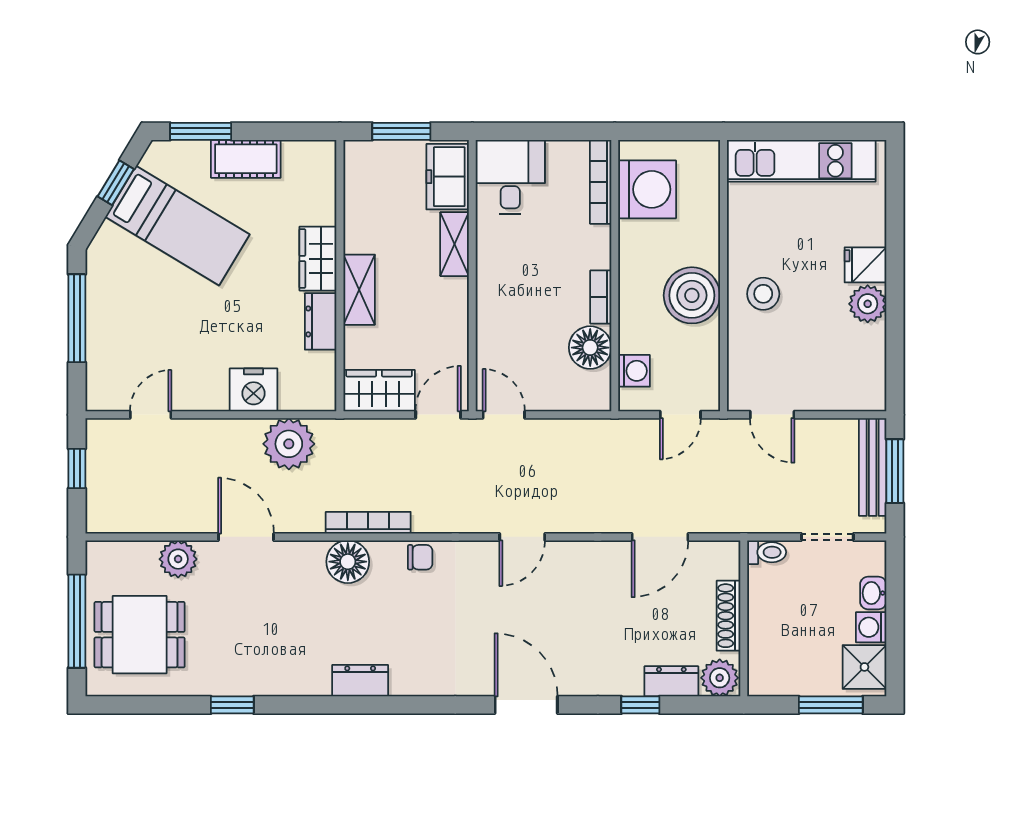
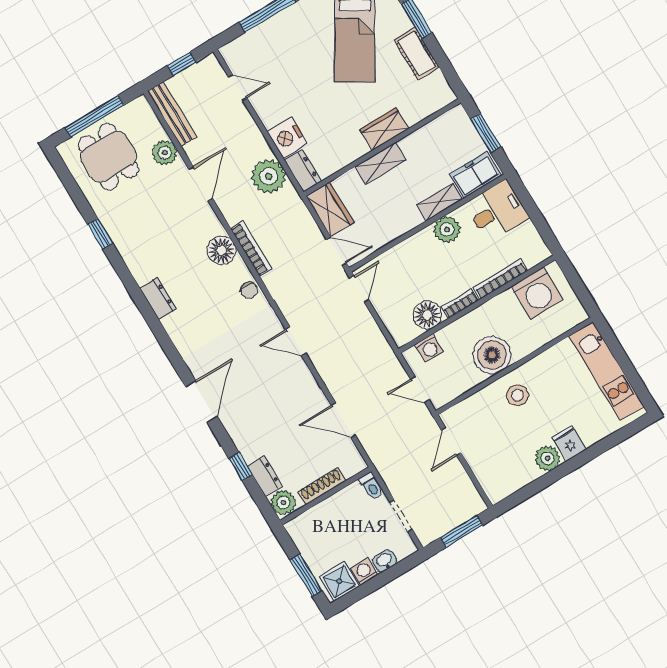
bookcase: (601, 182) -> (500, 279), moved
plant: (496, 256) -> (447, 229), added
dresser: (321, 321) -> (303, 171), moved, turned 90
bench: (873, 467) -> (172, 114), moved, turned 90

